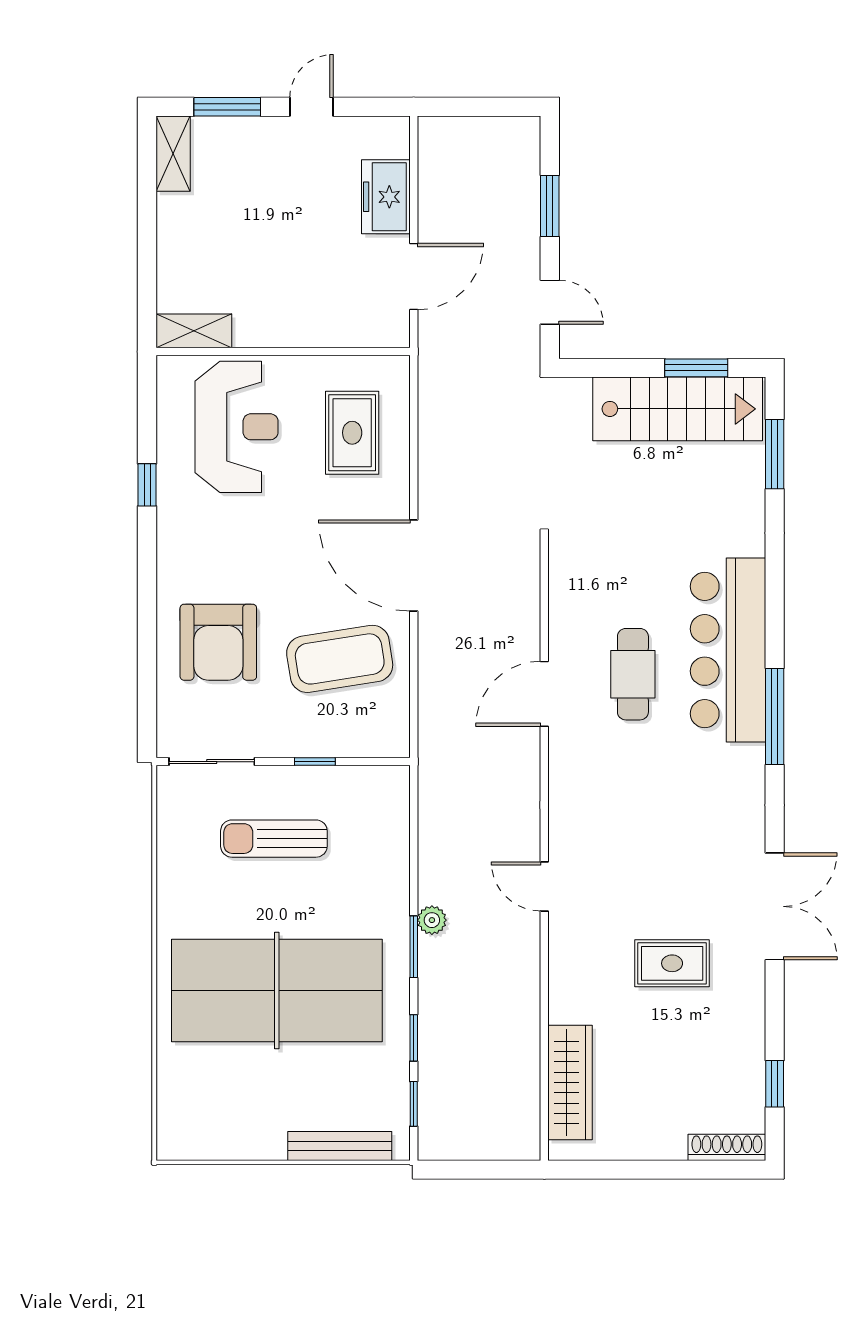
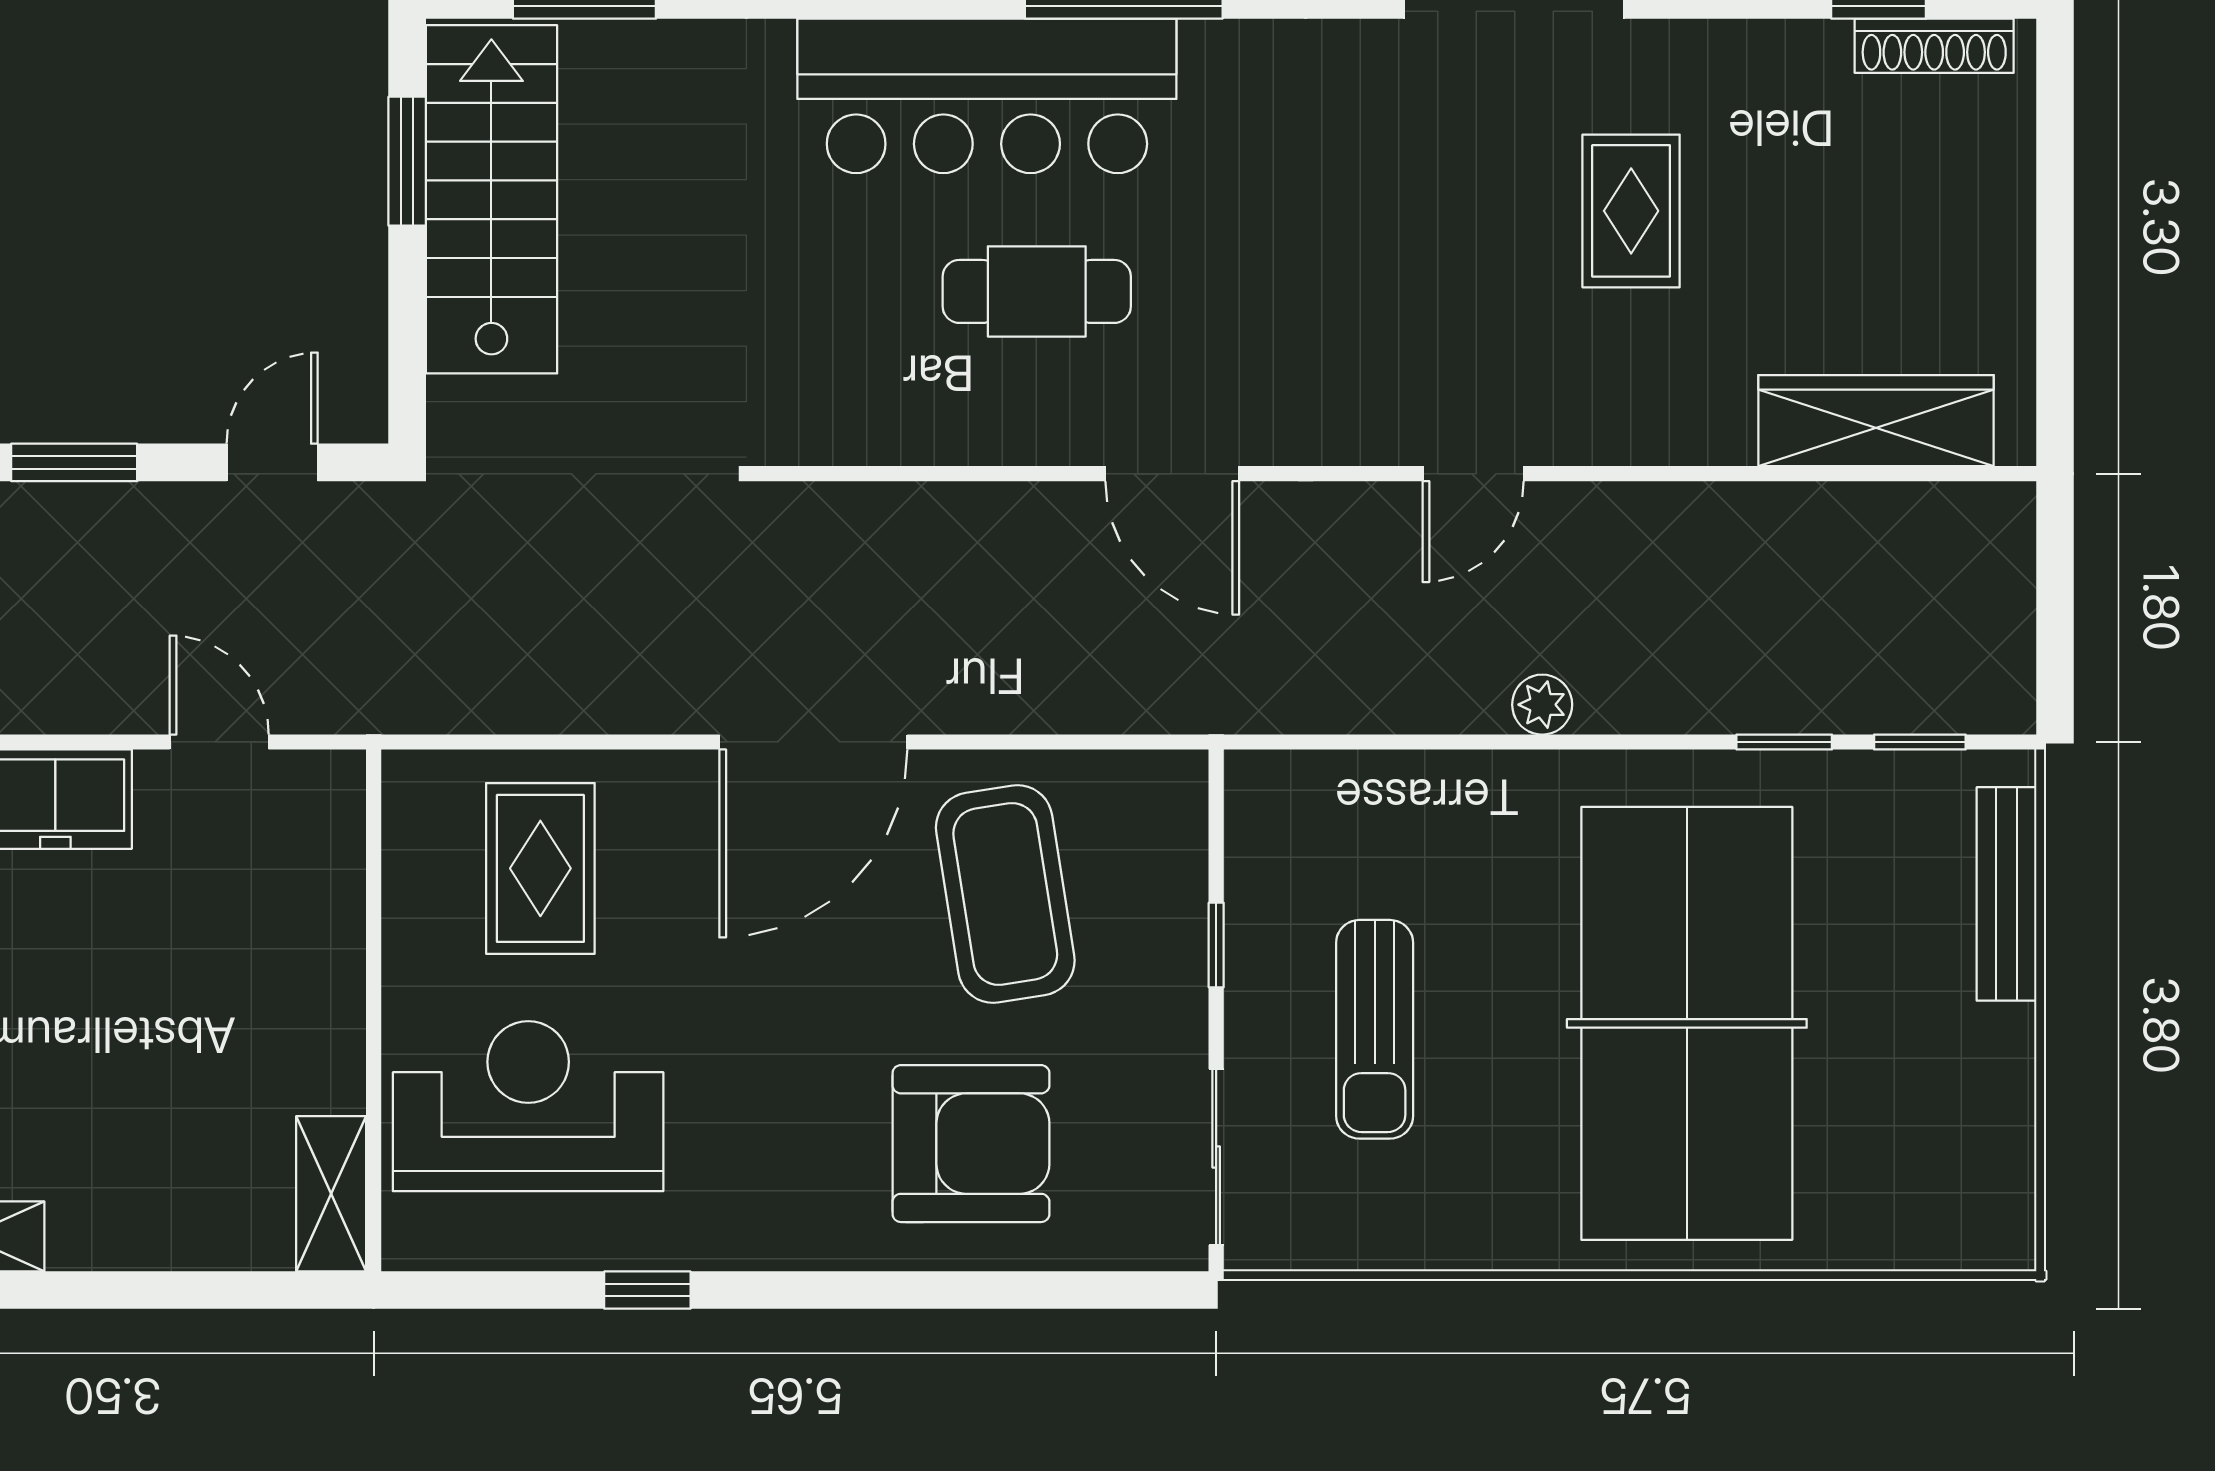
door: (414, 277) -> (219, 742), width x0.73
rug: (352, 433) -> (540, 868), turned 90
door: (544, 694) -> (1172, 474), moved
window: (414, 947) -> (1597, 742), removed
shoe rack: (727, 1147) -> (1934, 46), moved, turned -90

